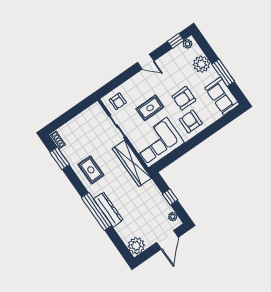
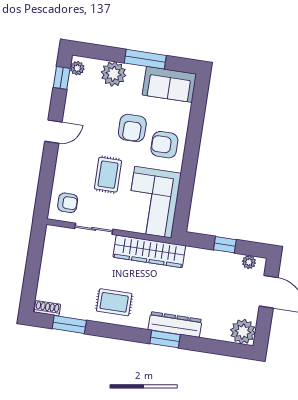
window: (97, 211) -> (165, 339), width x0.47

